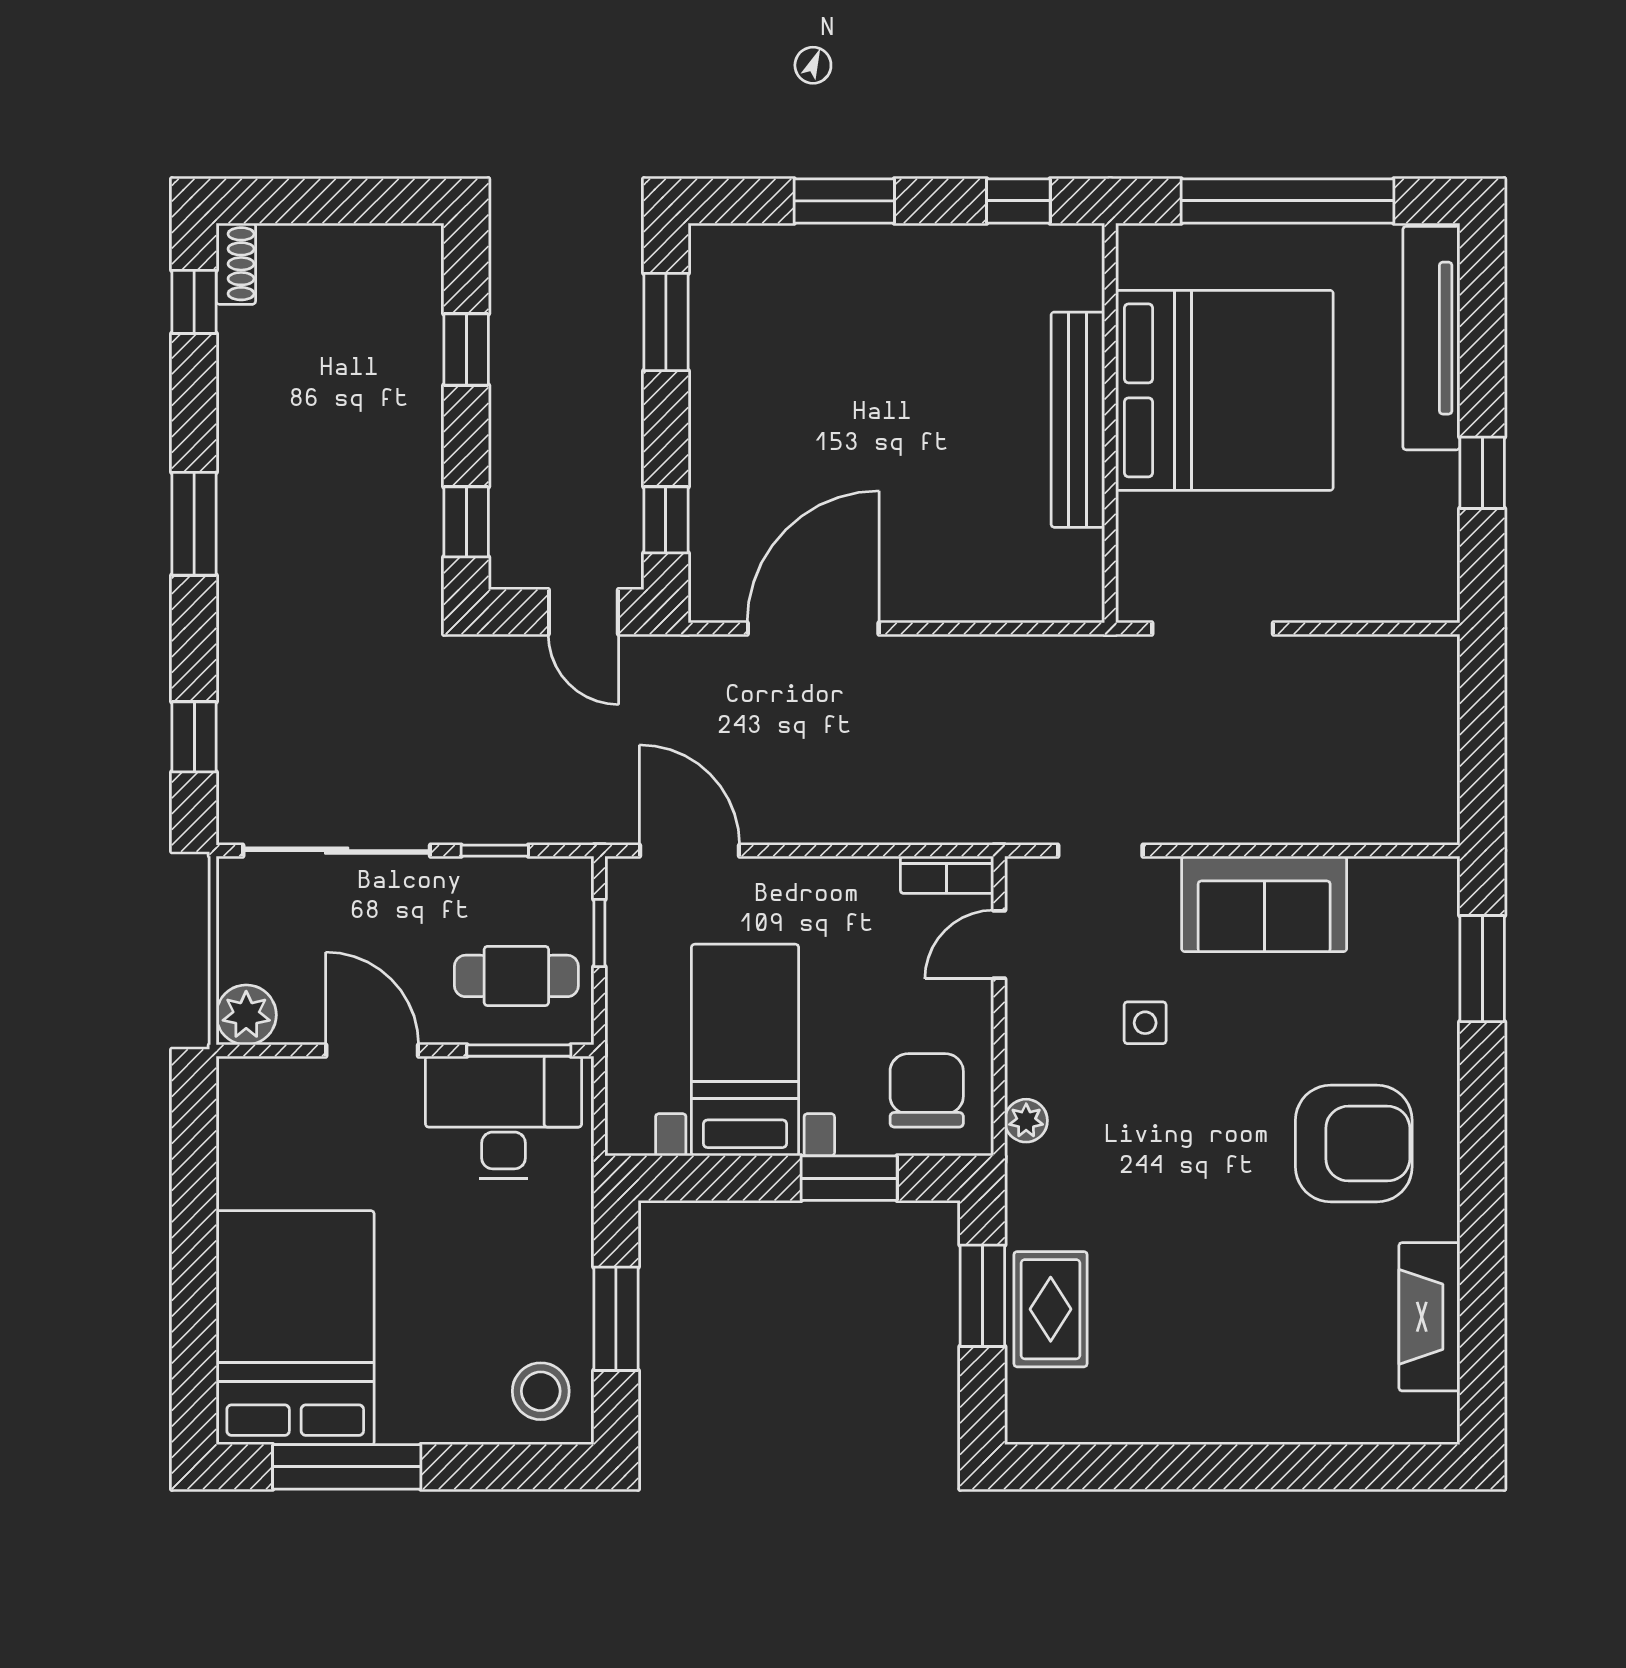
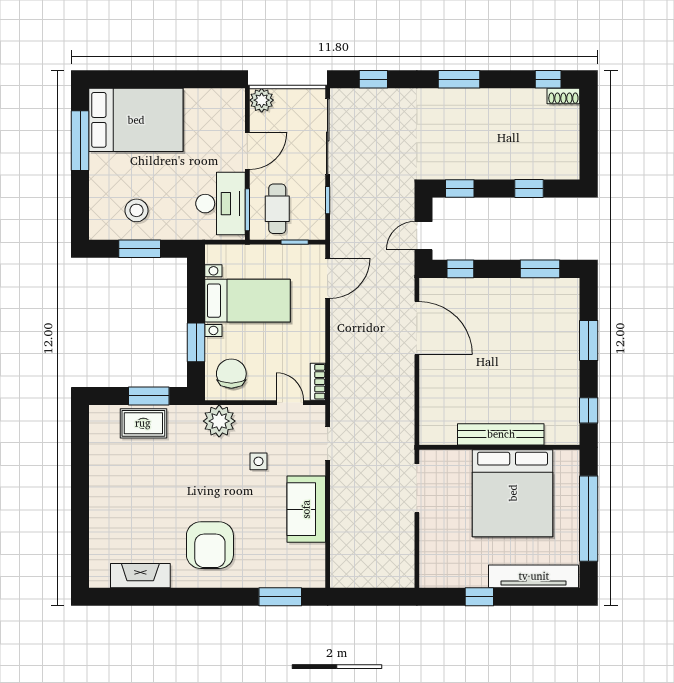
chair: (927, 1090) -> (231, 374), turned -90
plant: (1026, 1121) -> (219, 421), width x1.87, depth x1.87
stool: (541, 1391) -> (136, 210), moved

